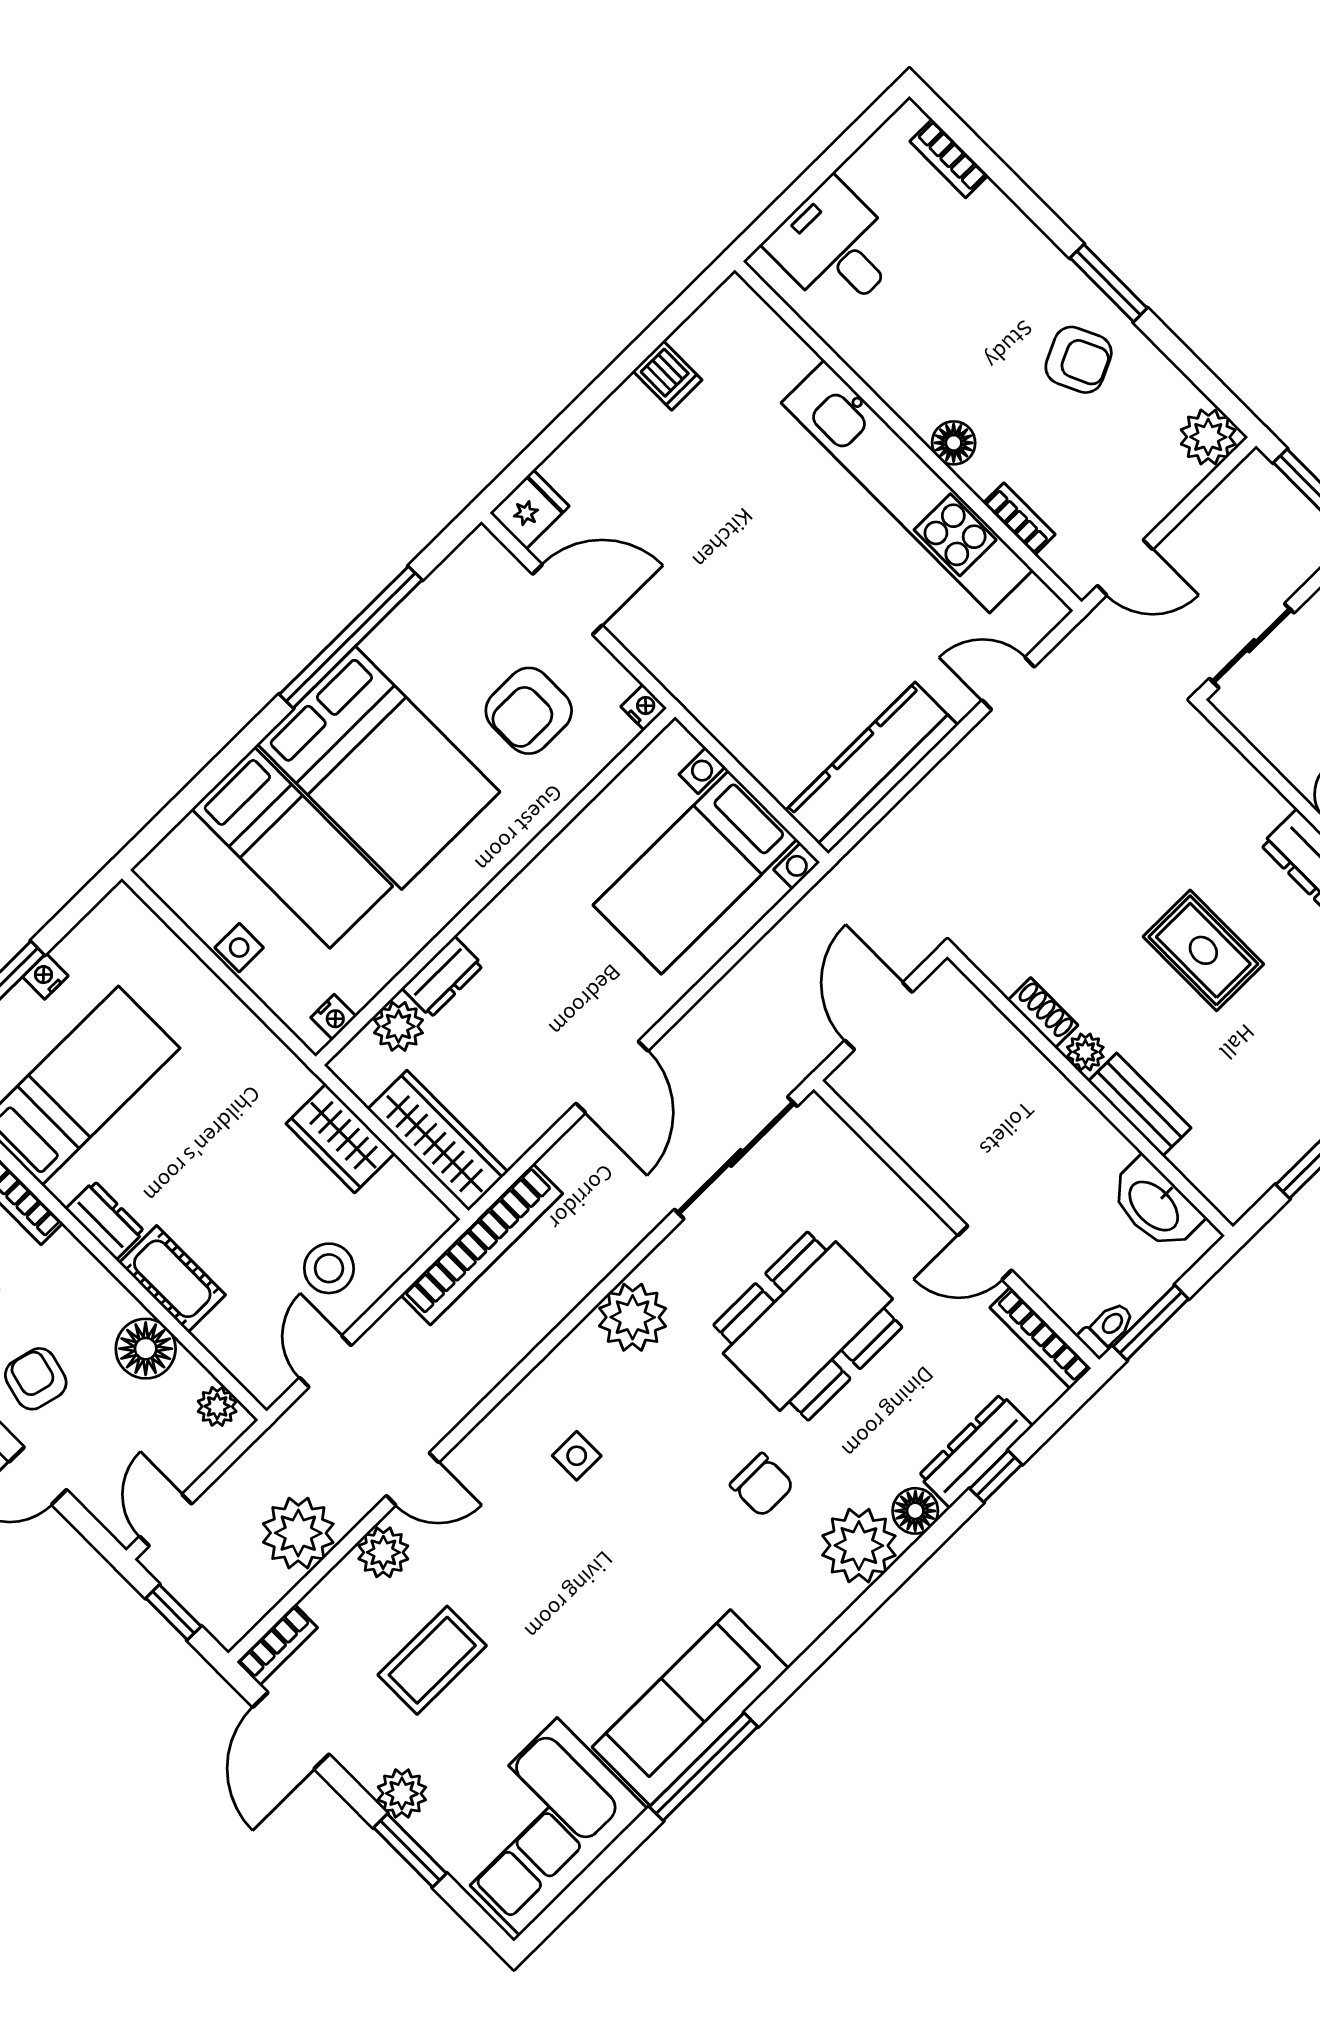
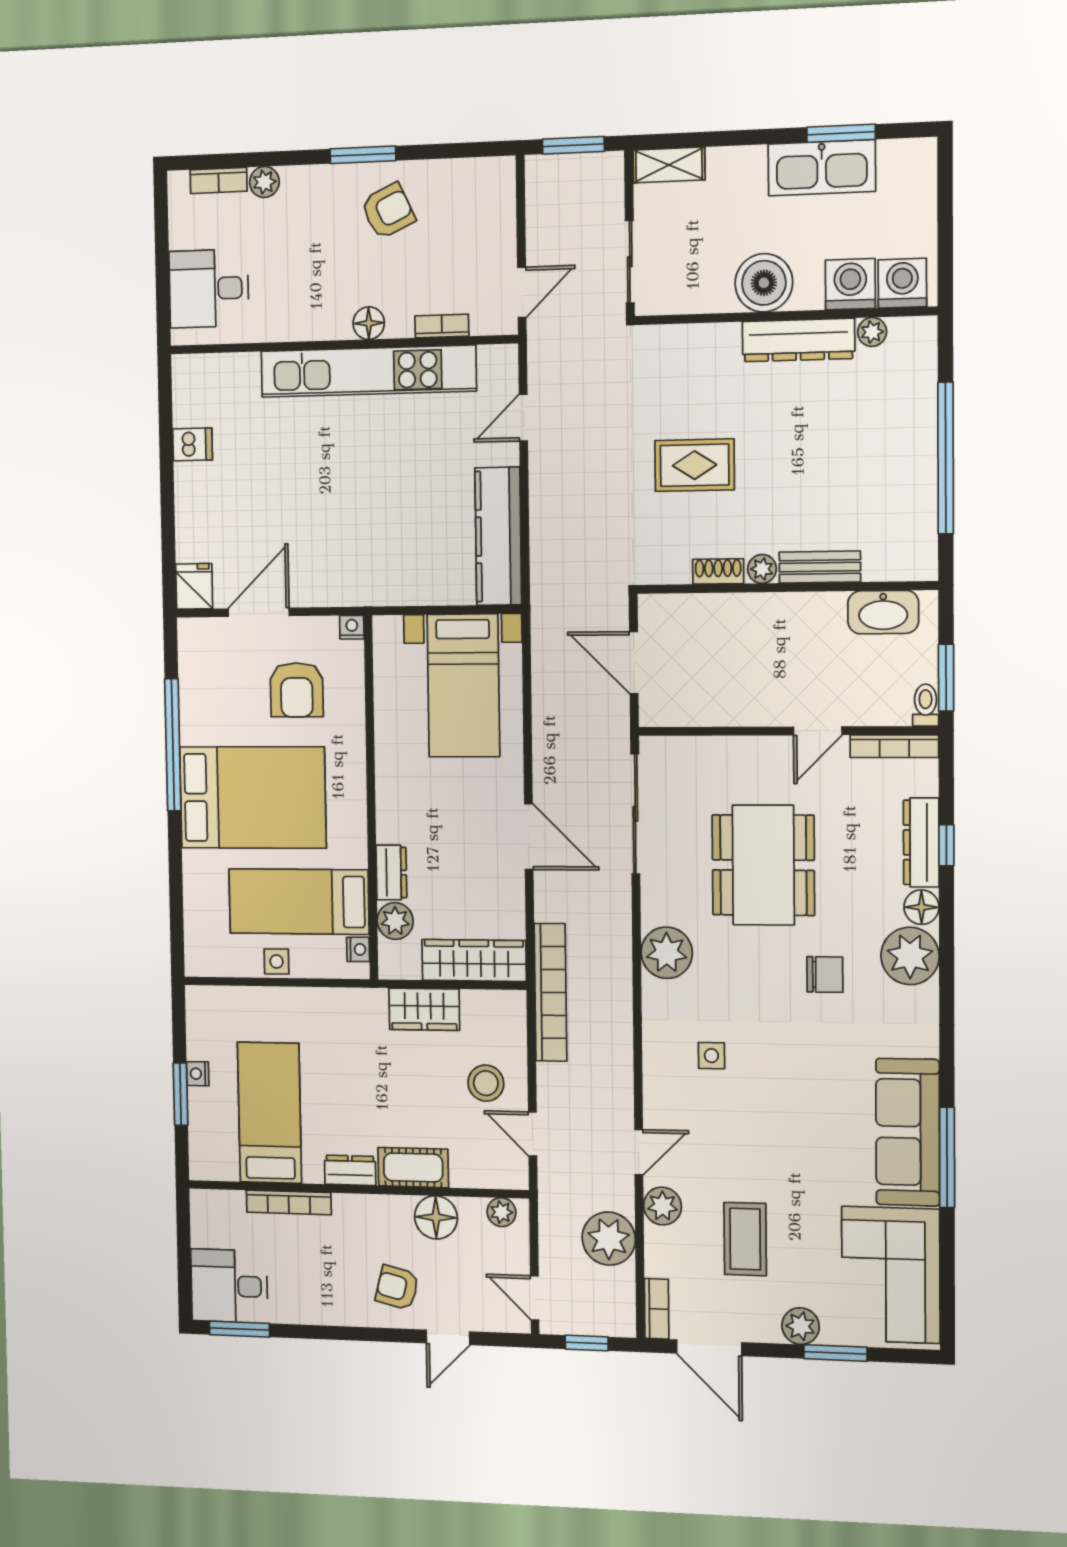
plant: (1208, 437) -> (264, 182), moved, width x0.73, depth x0.73
bed: (292, 848) -> (299, 902), moved, turned 180
rug: (1203, 950) -> (695, 465), moved

